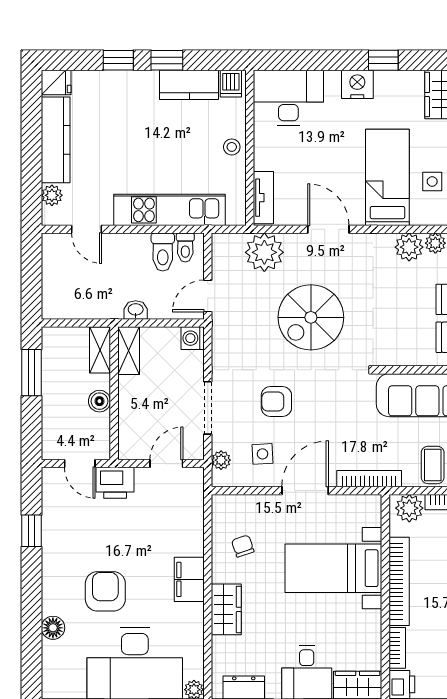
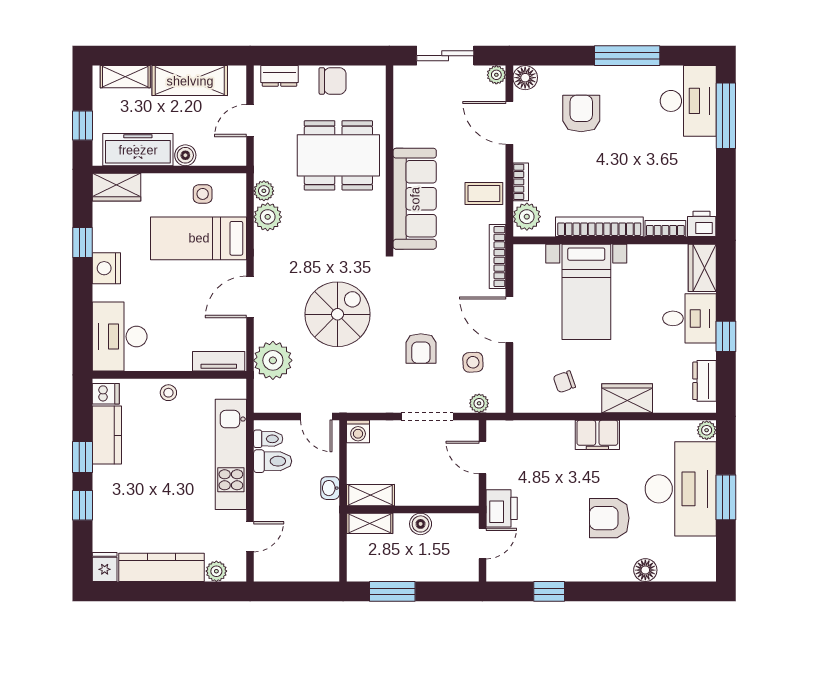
spiral stairs: (311, 317) -> (337, 314), turned -90

